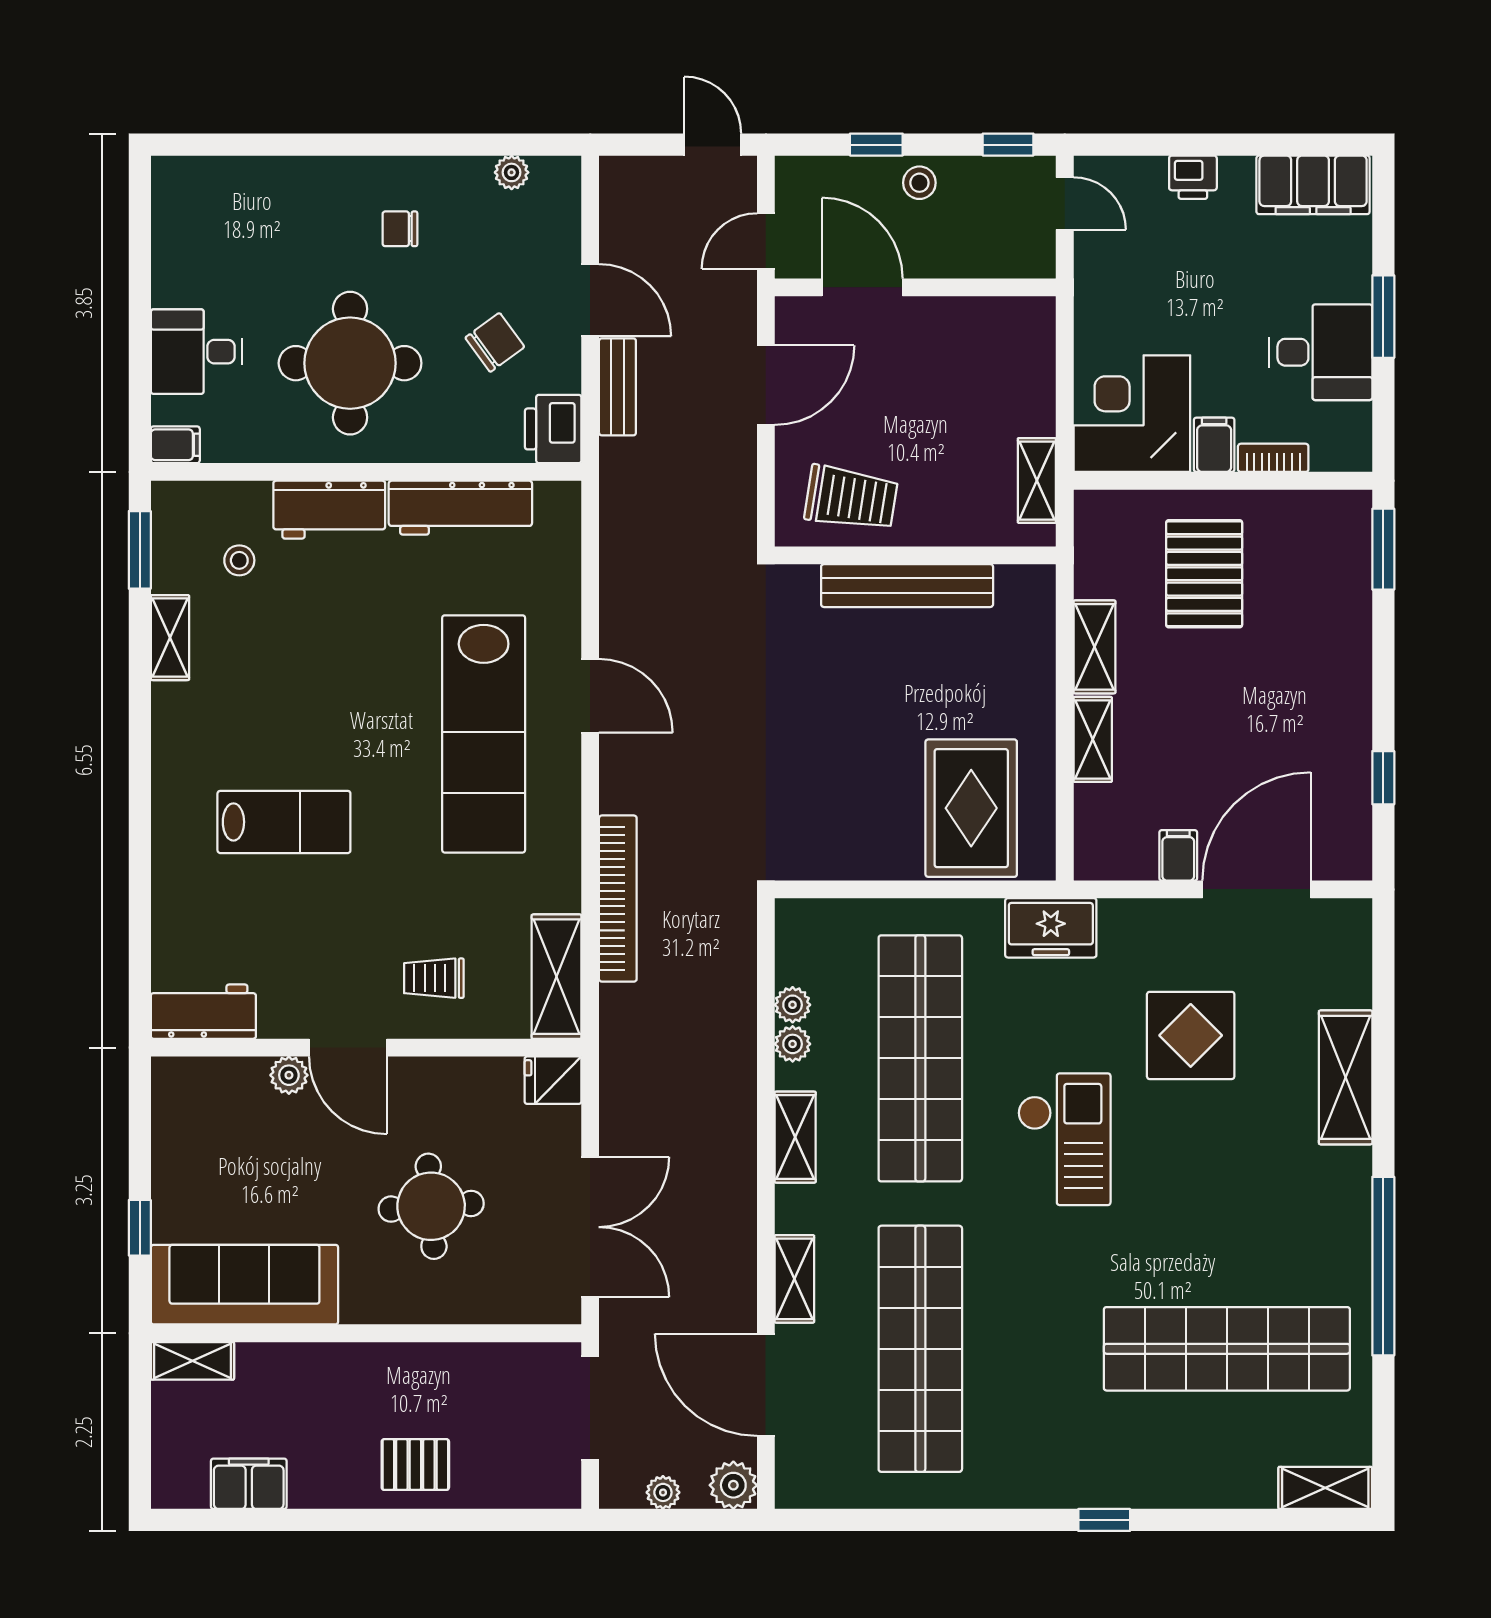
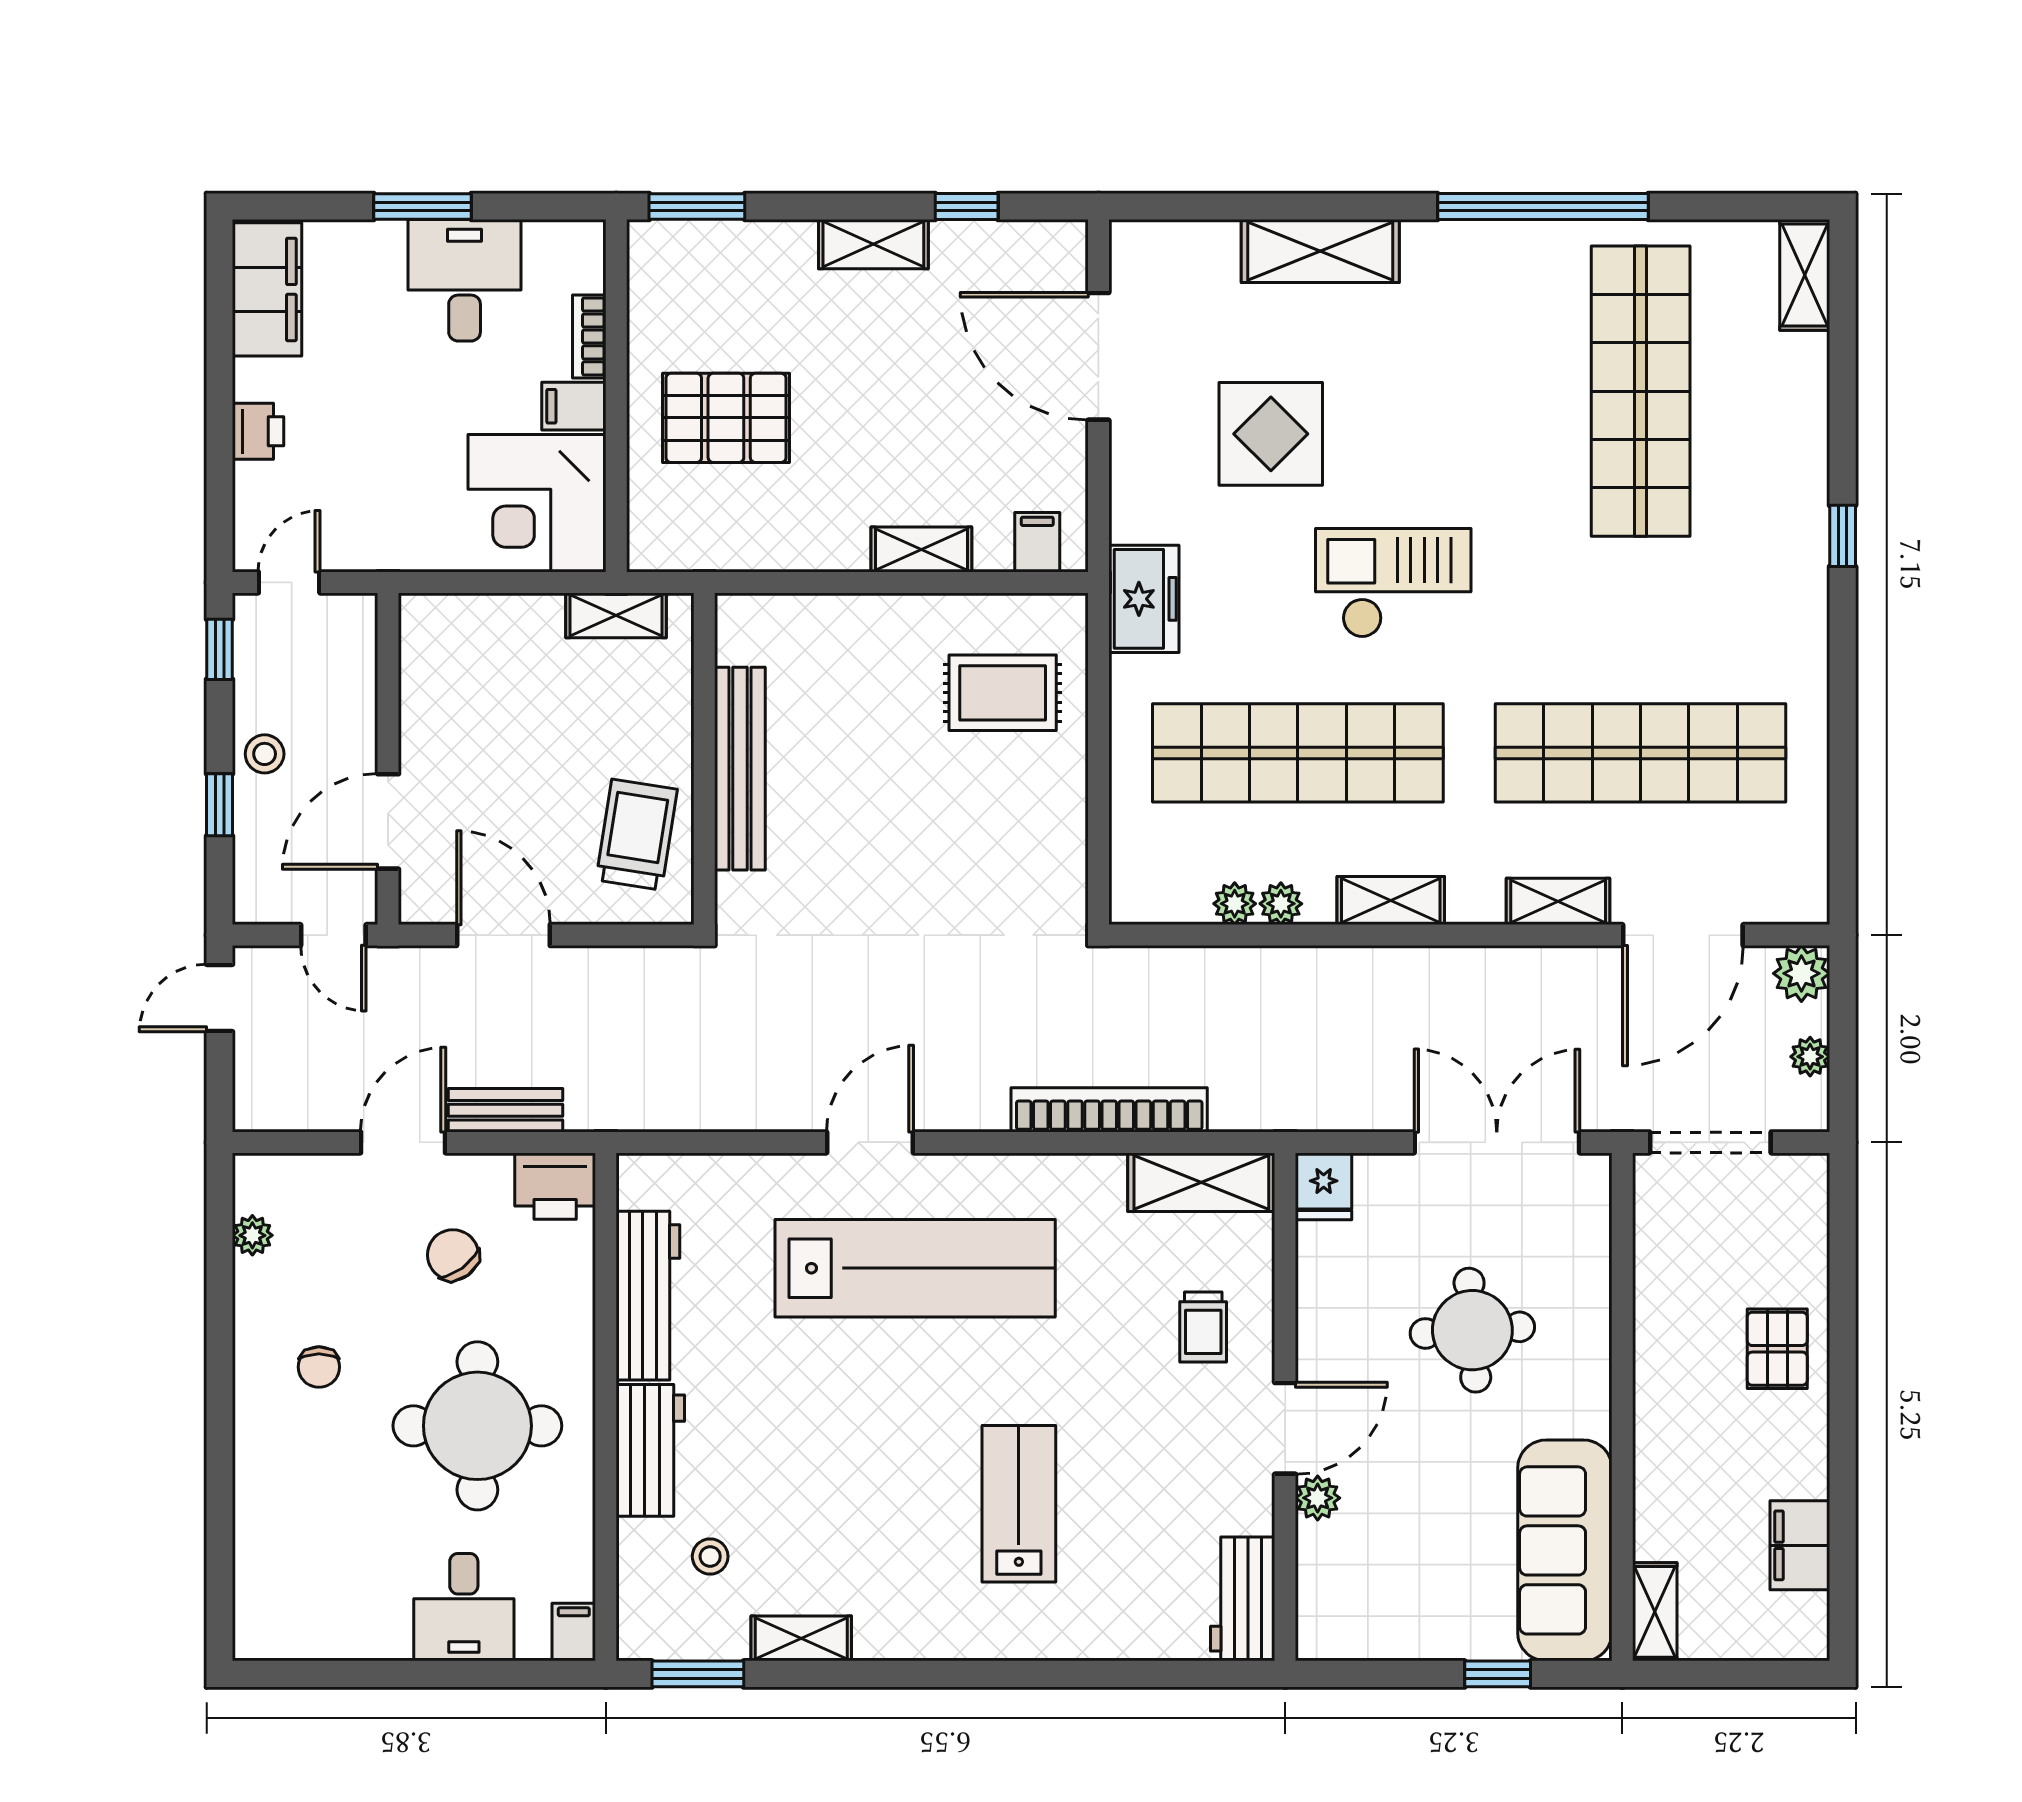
shelving: (1094, 647) -> (873, 244), moved
rug: (971, 808) -> (1003, 693), width x0.73, depth x0.70
filing cabinet: (1178, 855) -> (1037, 542), moved, turned 90

